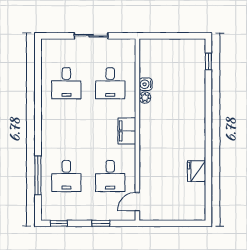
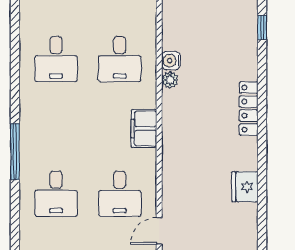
locker: (199, 117) -> (249, 109), added
window: (38, 175) -> (15, 152), moved

